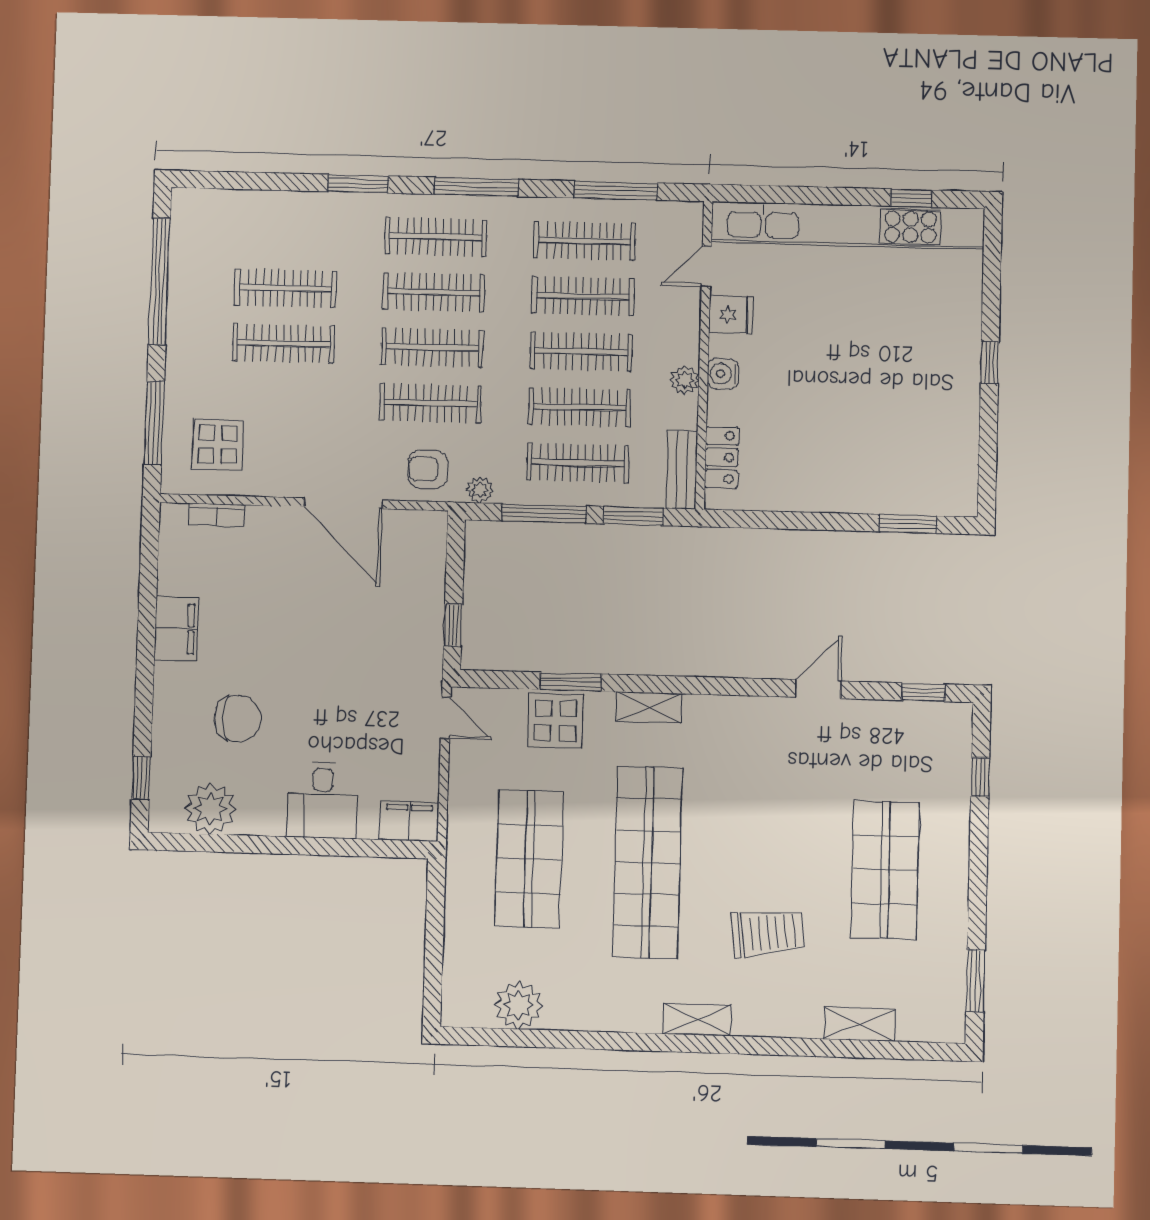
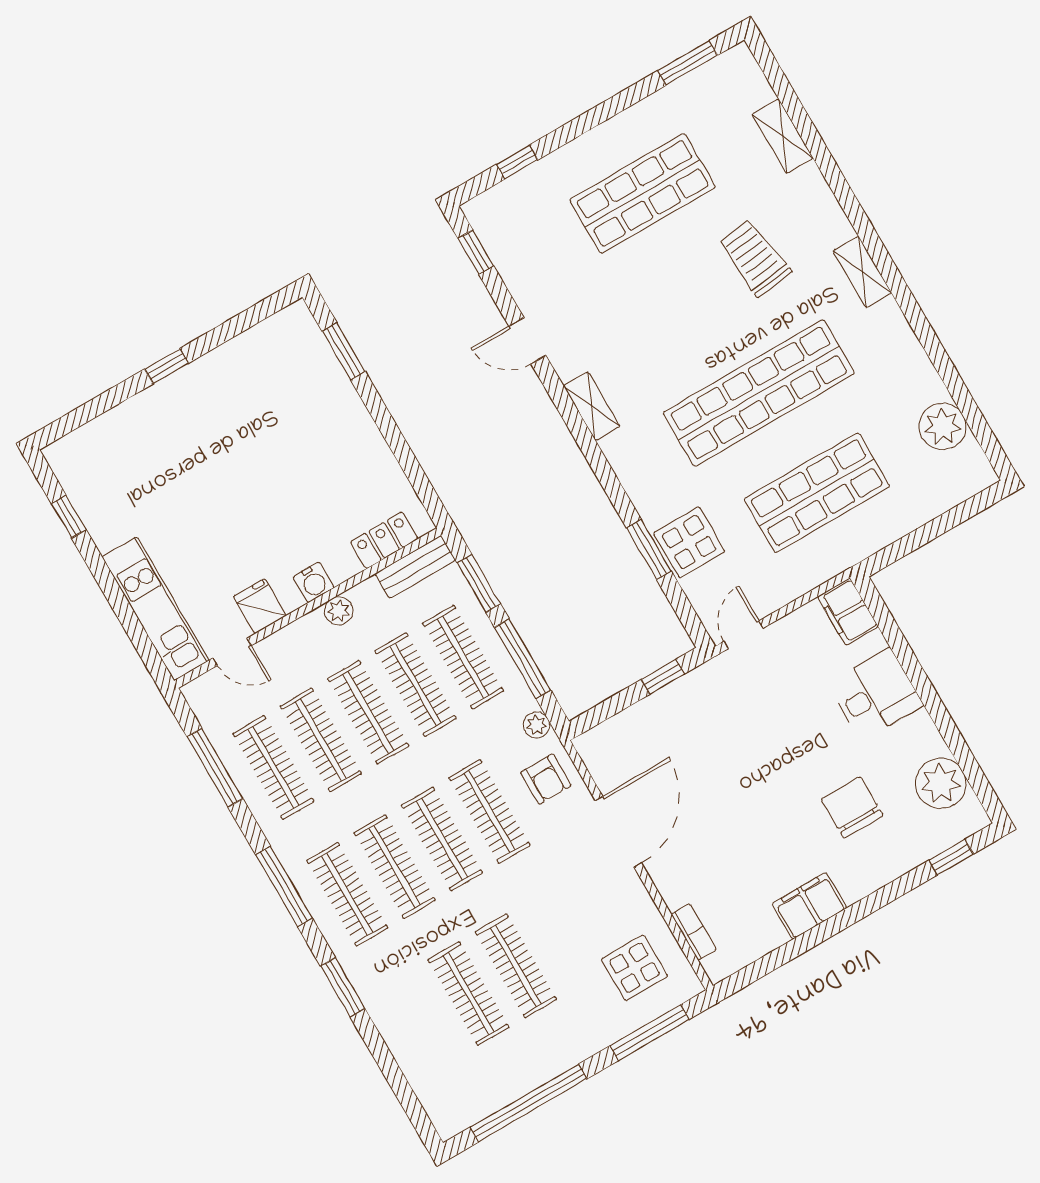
kitchen unit: (848, 225) -> (155, 609), width x0.54
shelving: (649, 707) -> (592, 406), moved

